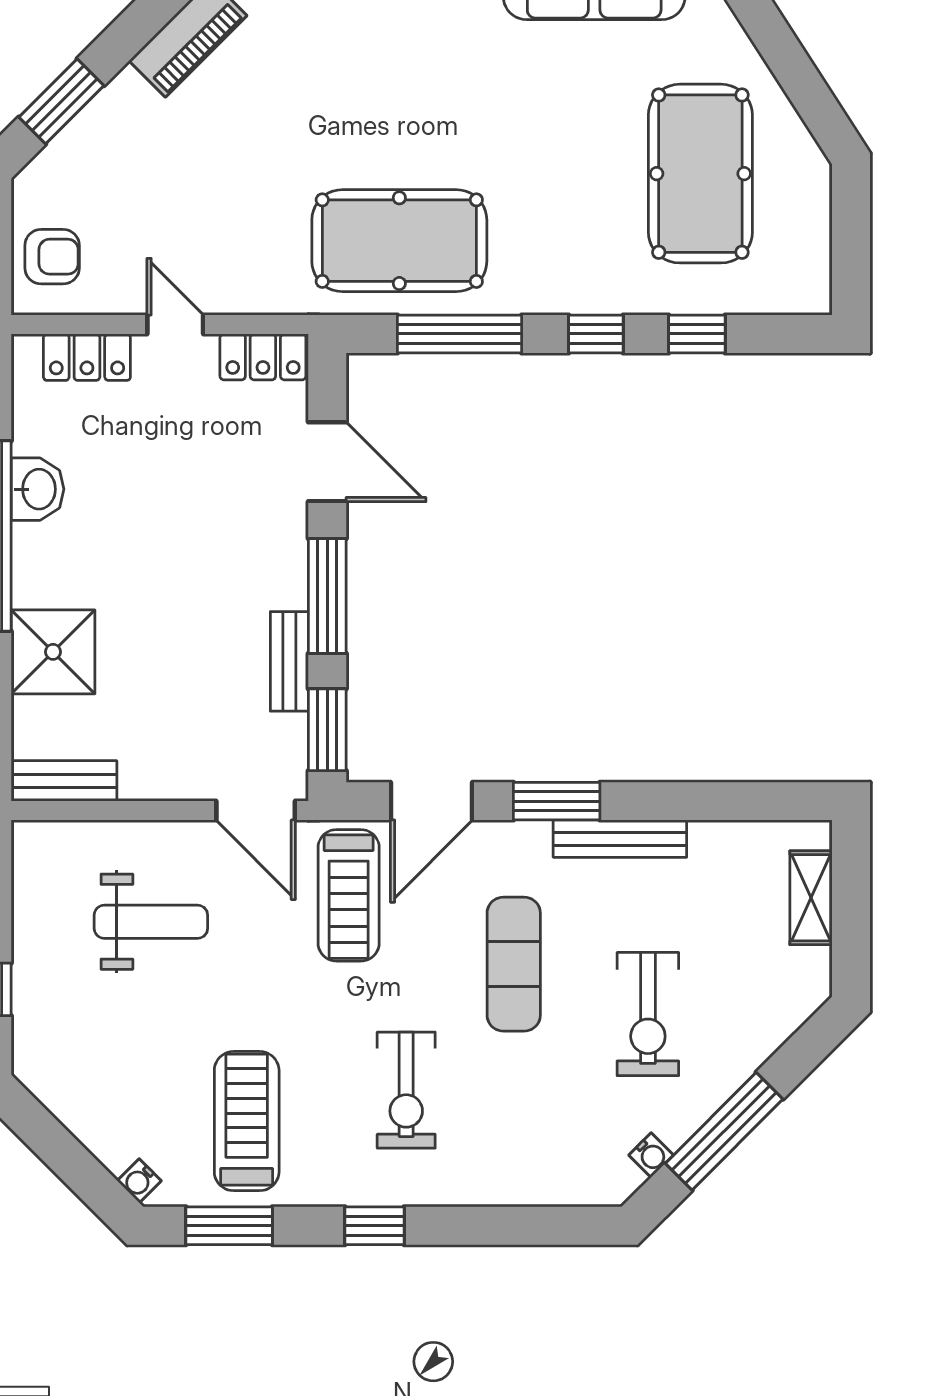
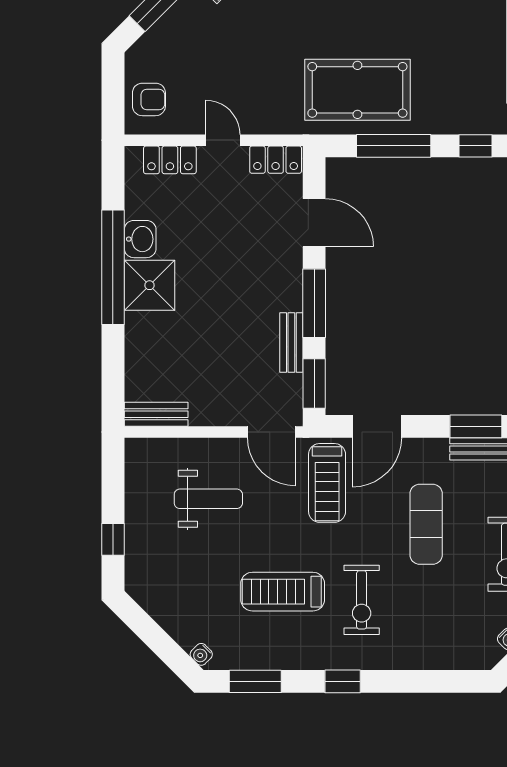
shower: (53, 652) -> (150, 285), moved
window: (557, 801) -> (476, 426), moved
treadmill: (247, 1121) -> (283, 592), moved, turned -90

